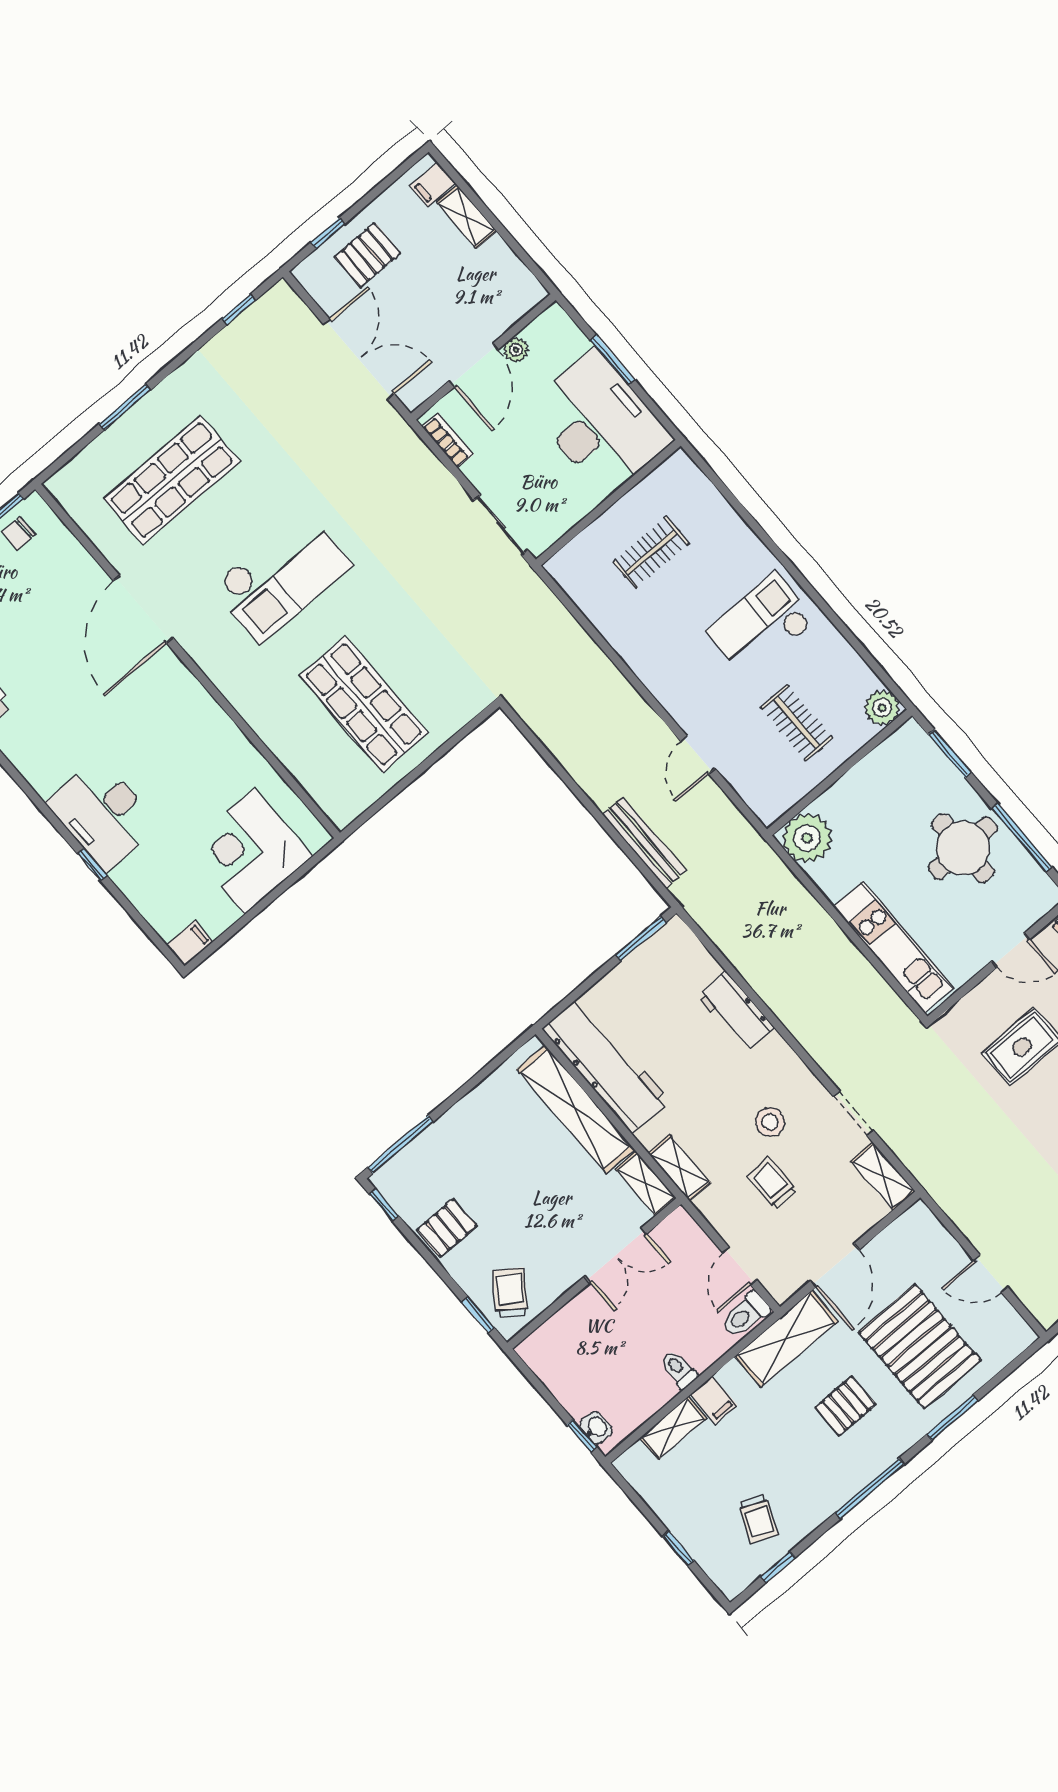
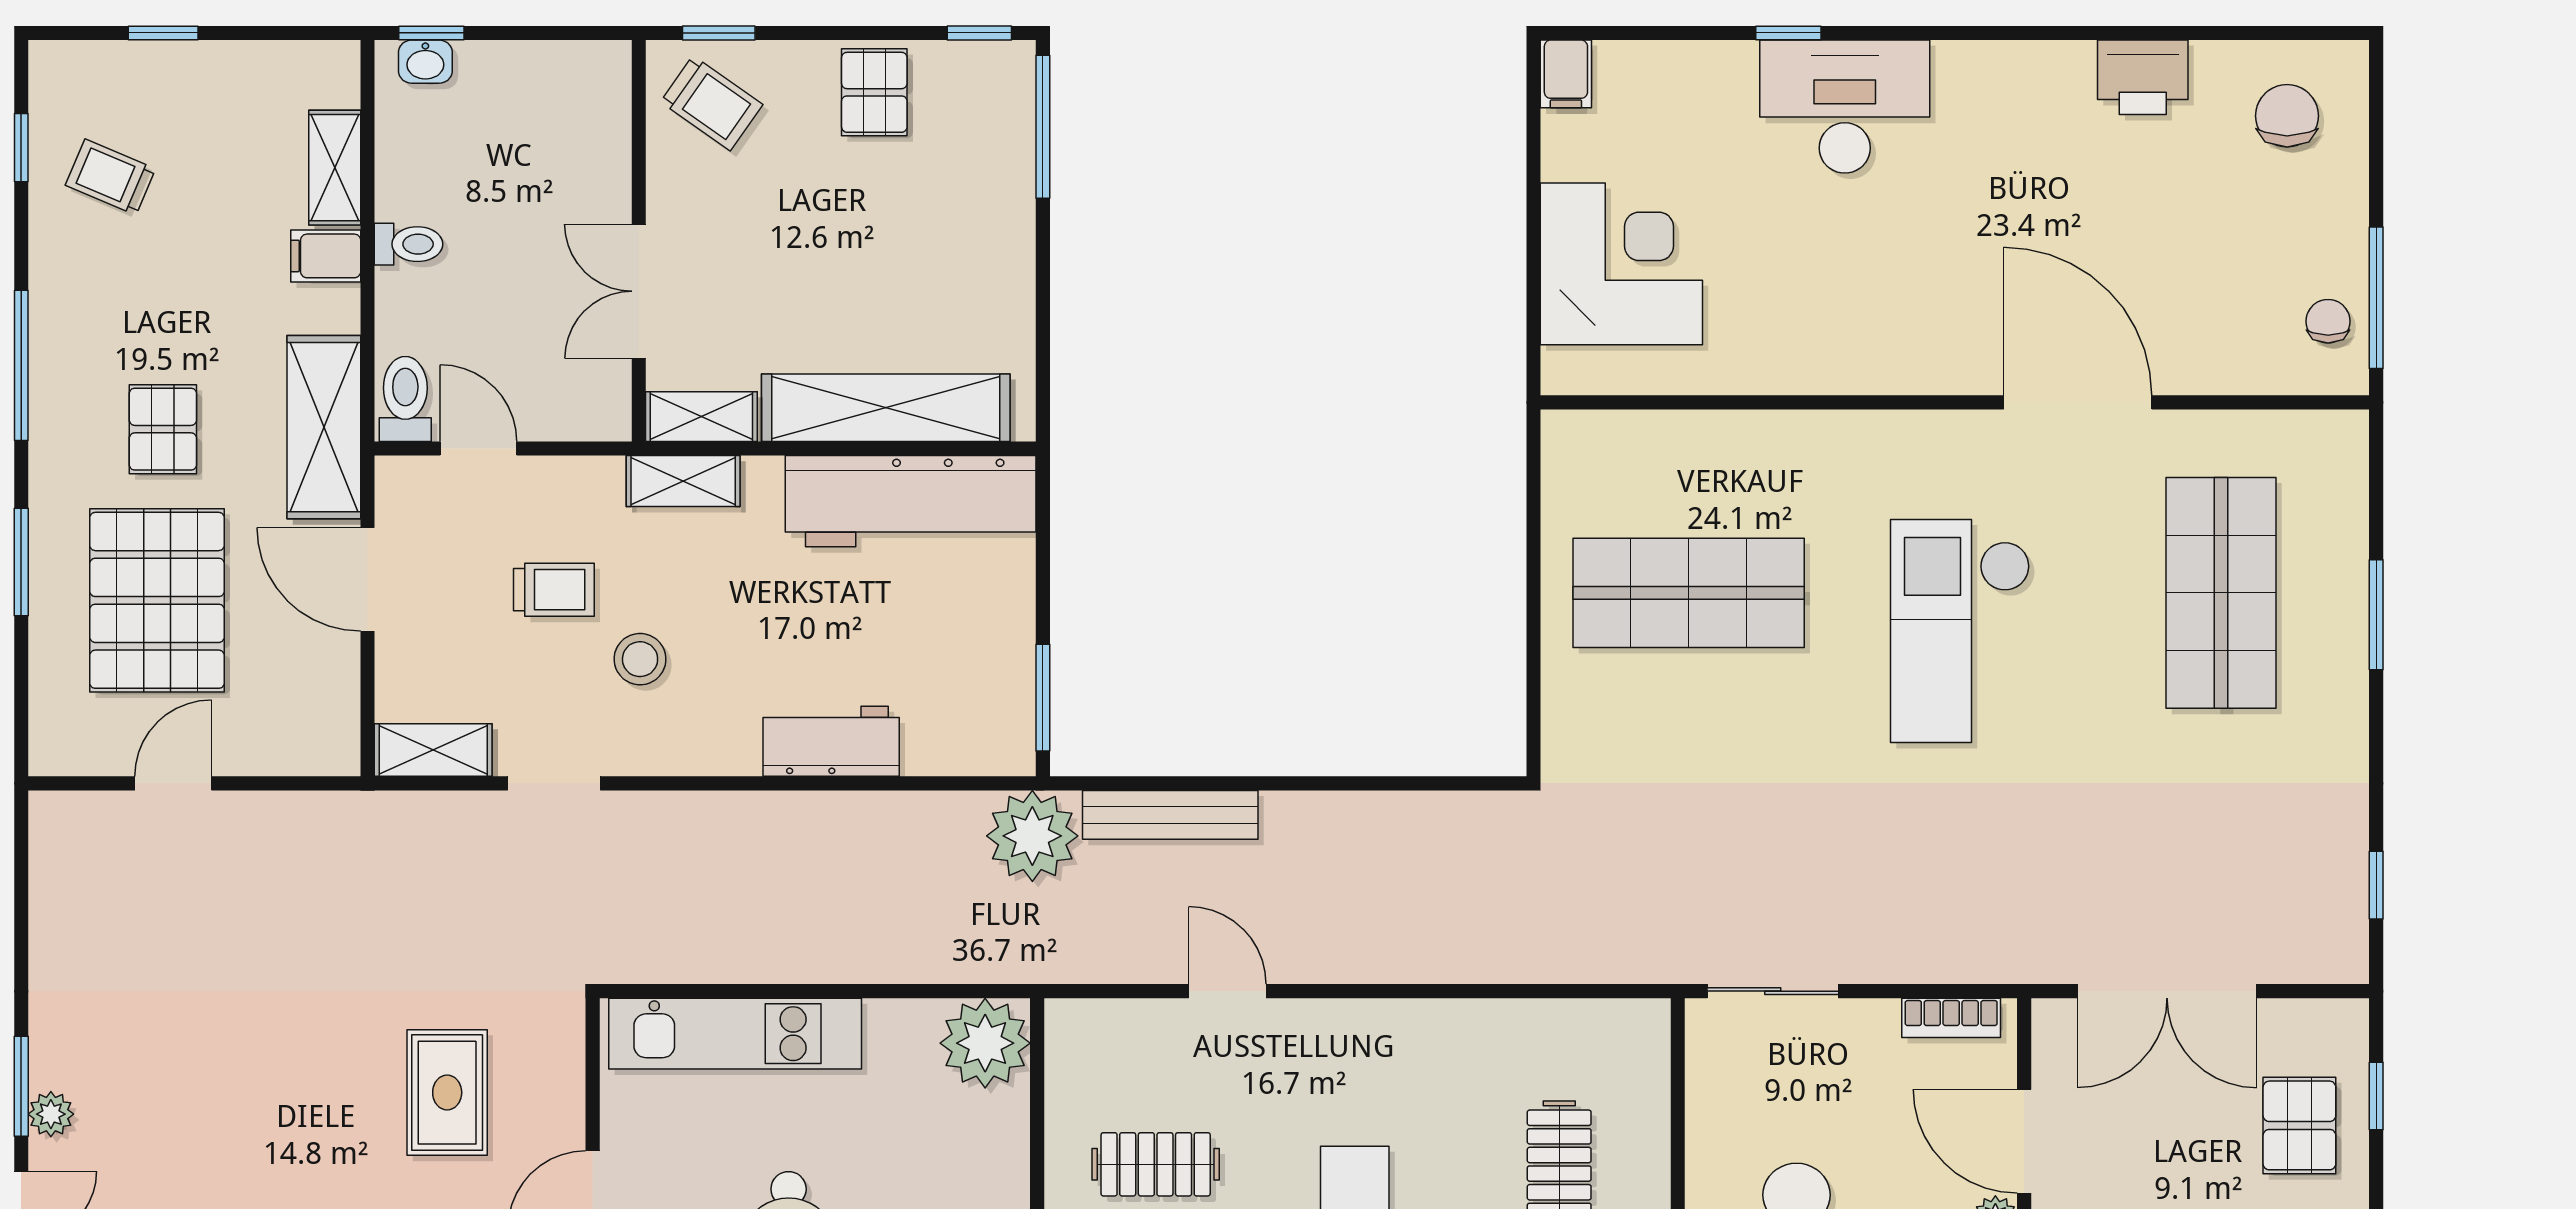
plant: (703, 893) -> (1032, 836), added
pallet: (920, 1346) -> (157, 600), turned 90

